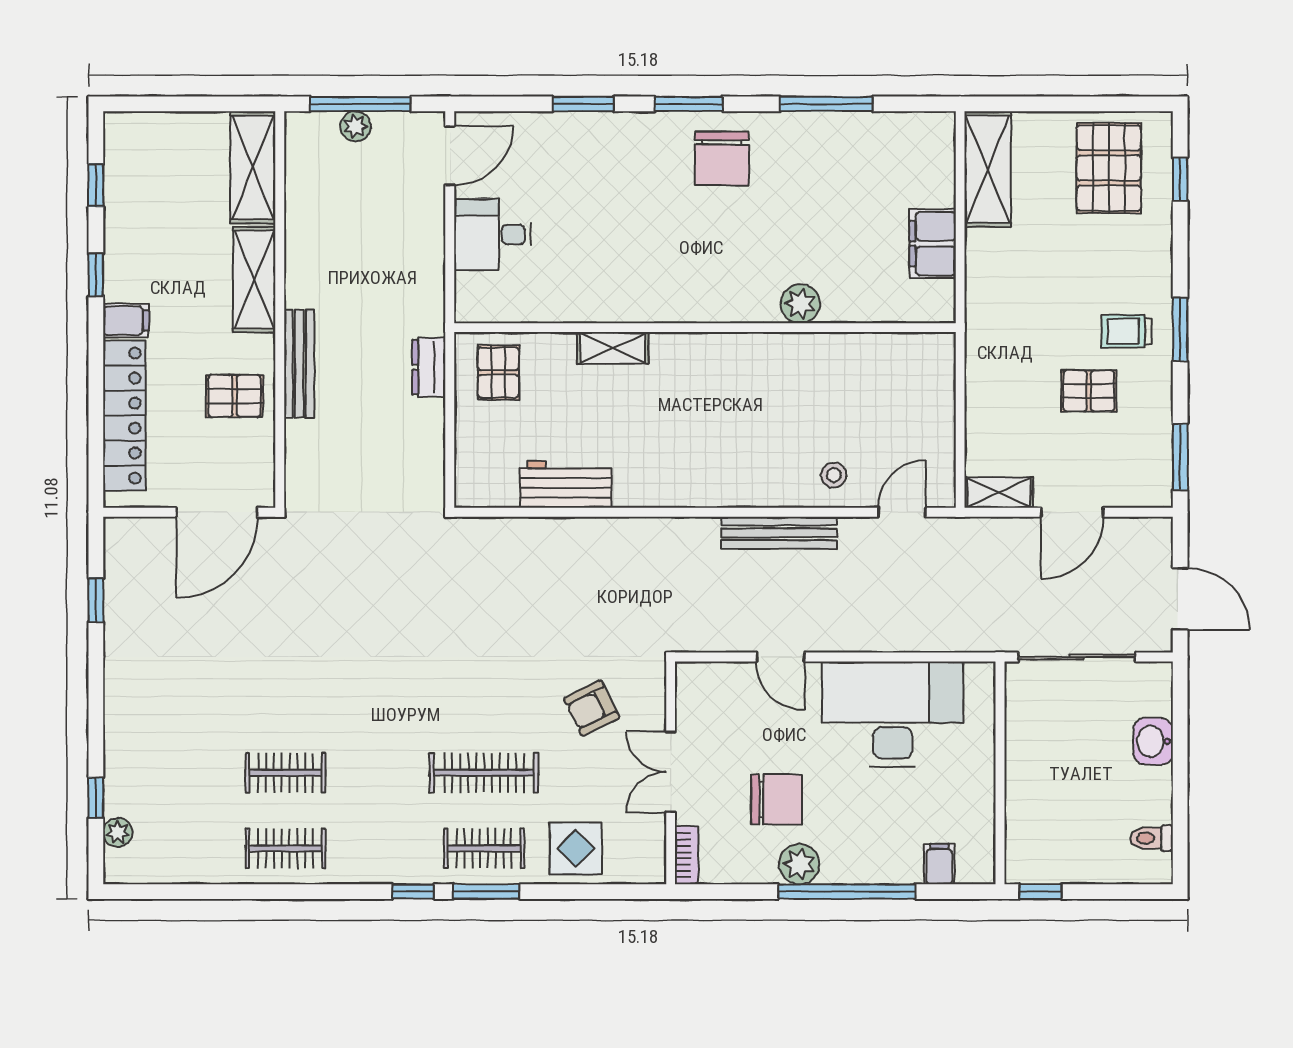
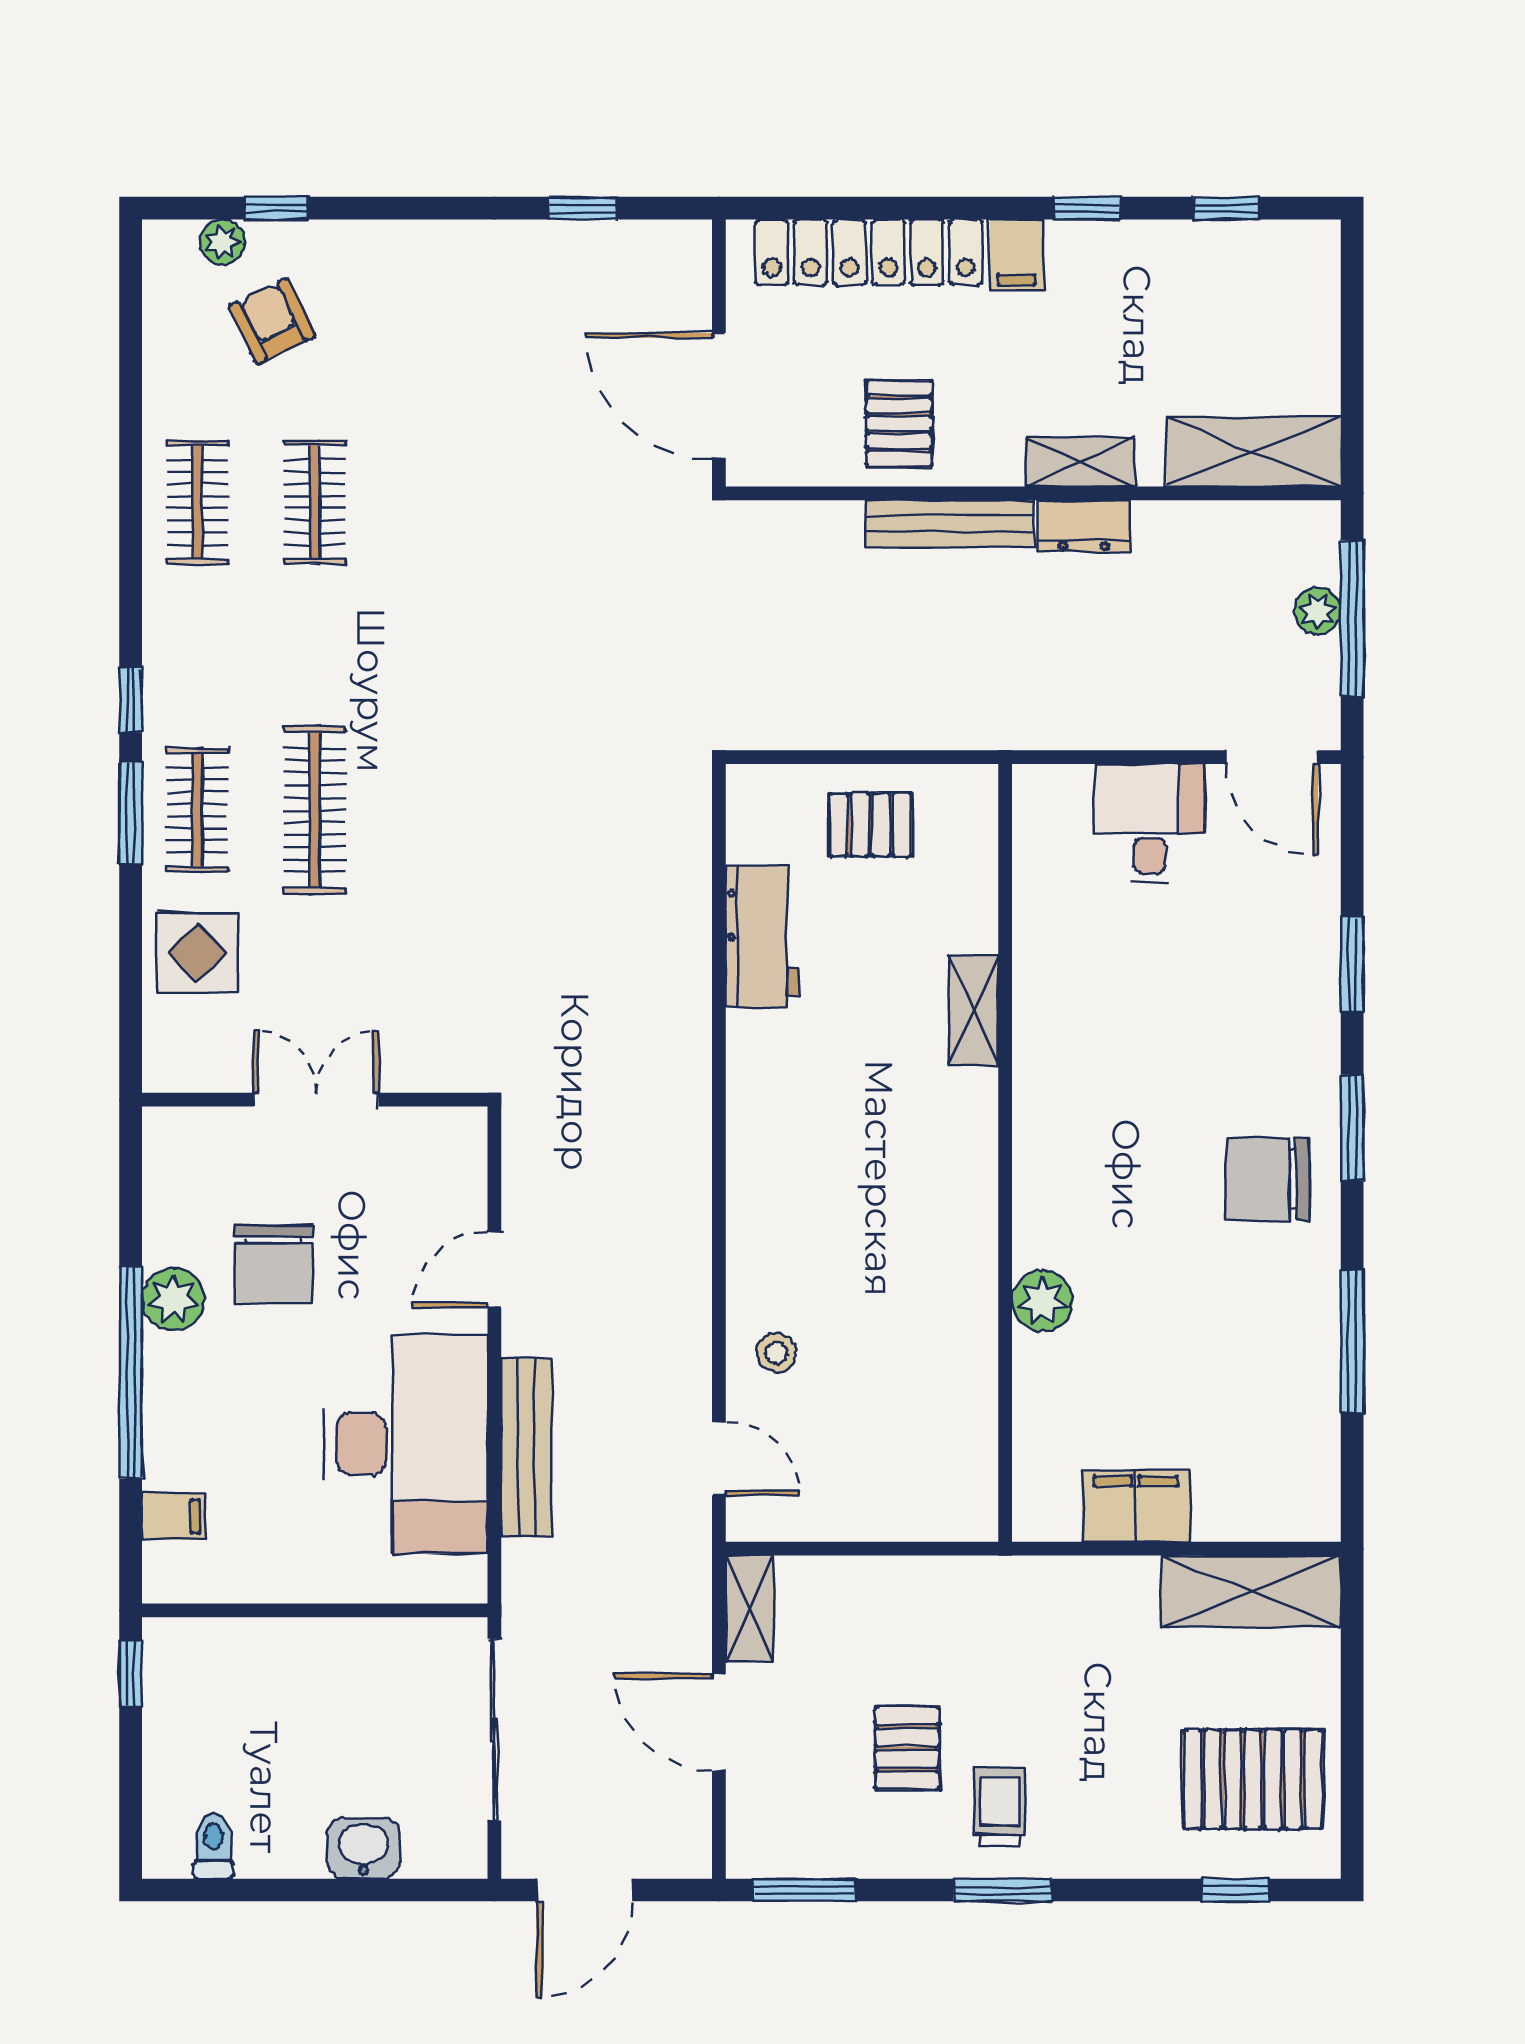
shelving: (254, 280) -> (1080, 462), width x0.67, depth x0.75
dresser: (429, 367) -> (1084, 526), moved, turned 180
pallet: (498, 372) -> (870, 825), moved
bench: (779, 533) -> (526, 1448), moved
armchair: (592, 708) -> (272, 321), moved
bookcase: (687, 855) -> (187, 1124), removed

